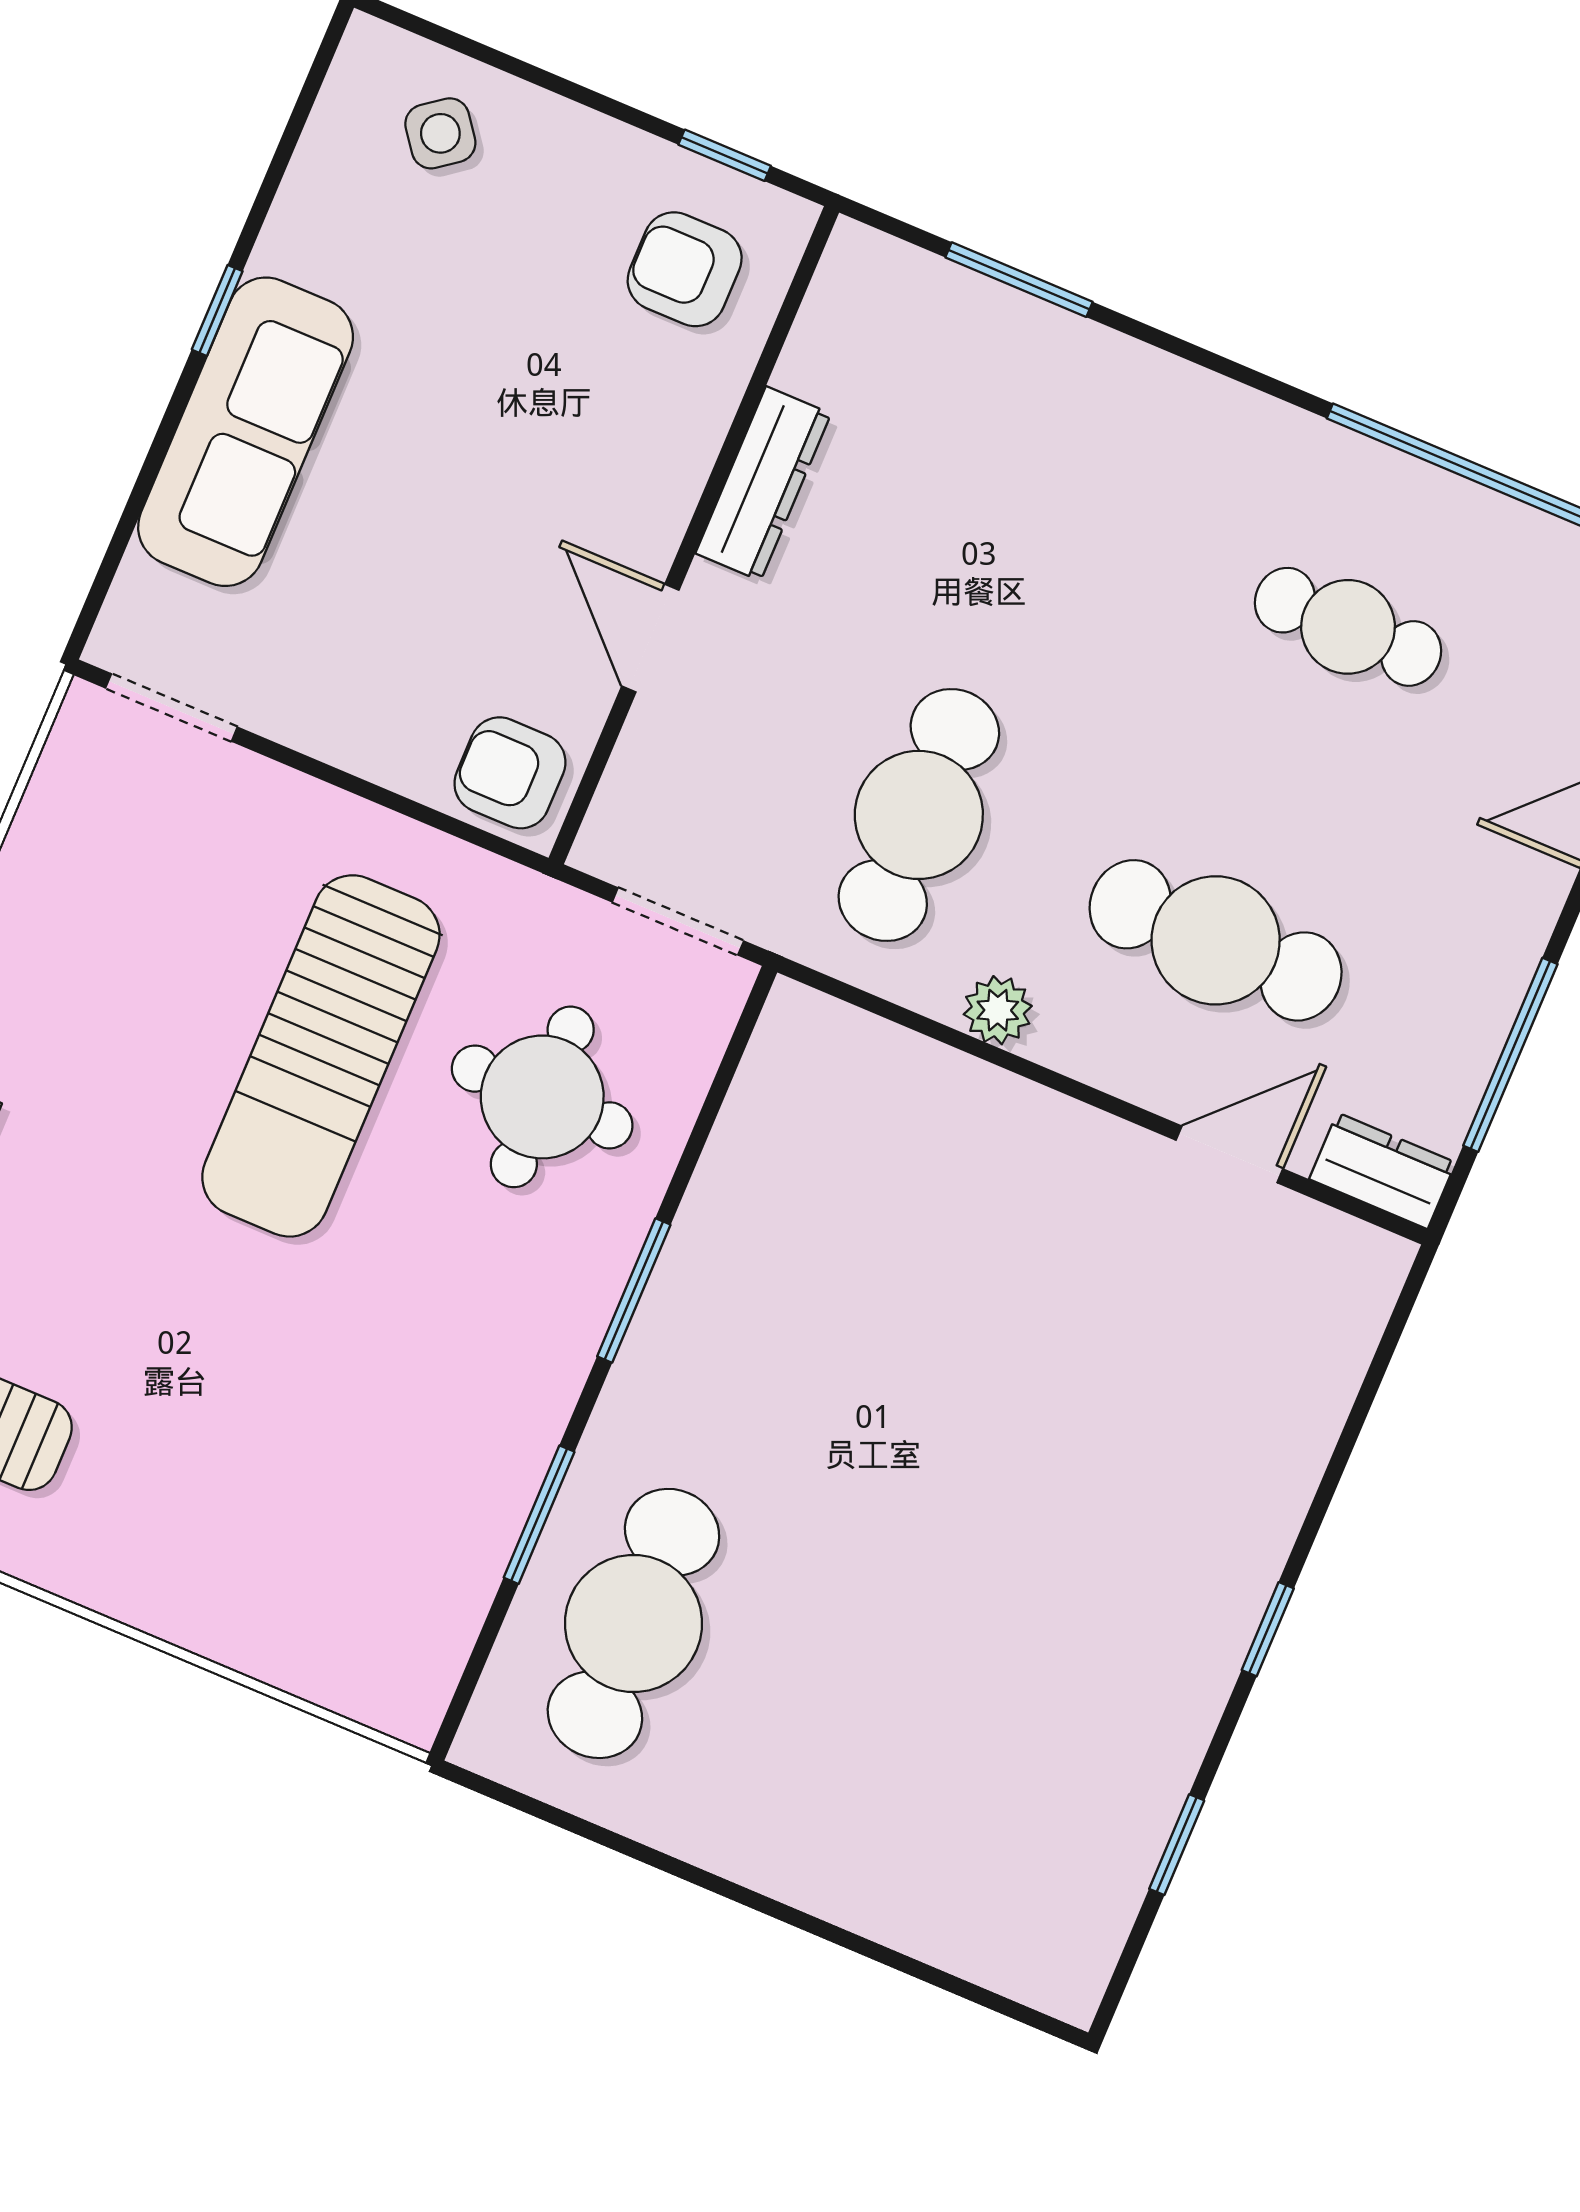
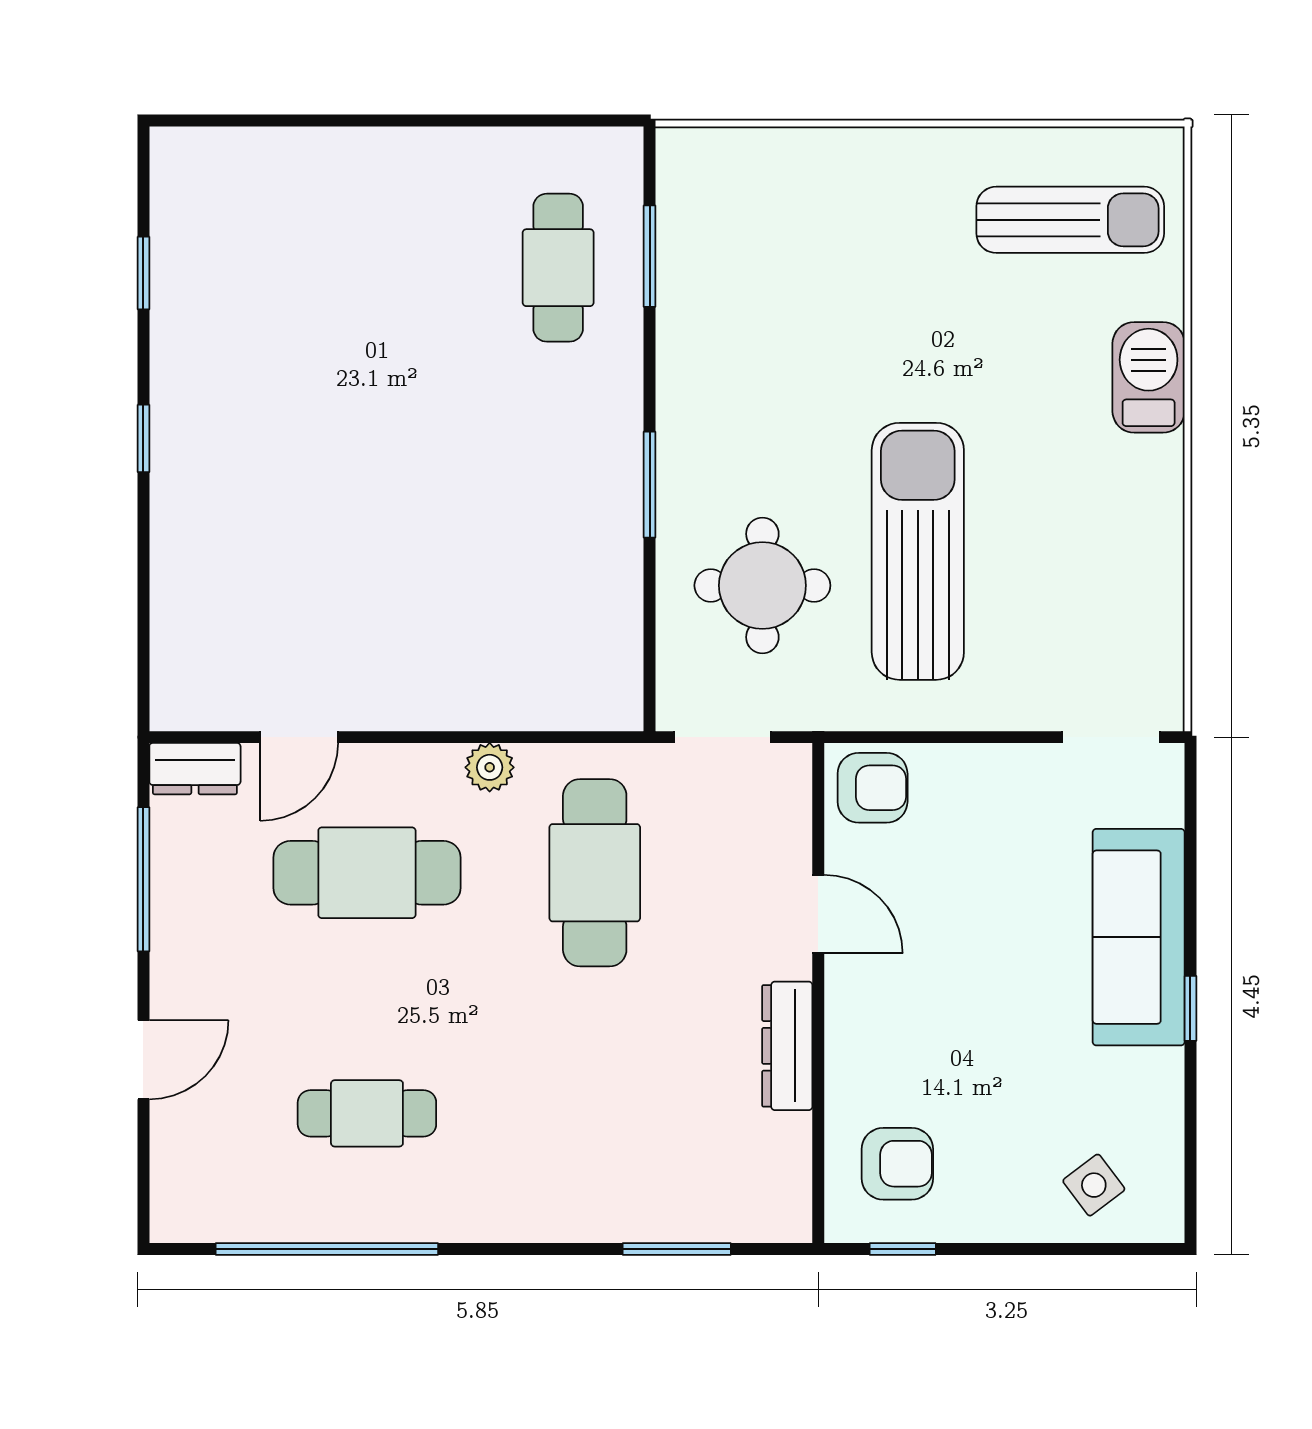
window: (539, 1515) -> (650, 256), moved
cafe table: (633, 1623) -> (558, 268), width x0.73, depth x0.74

